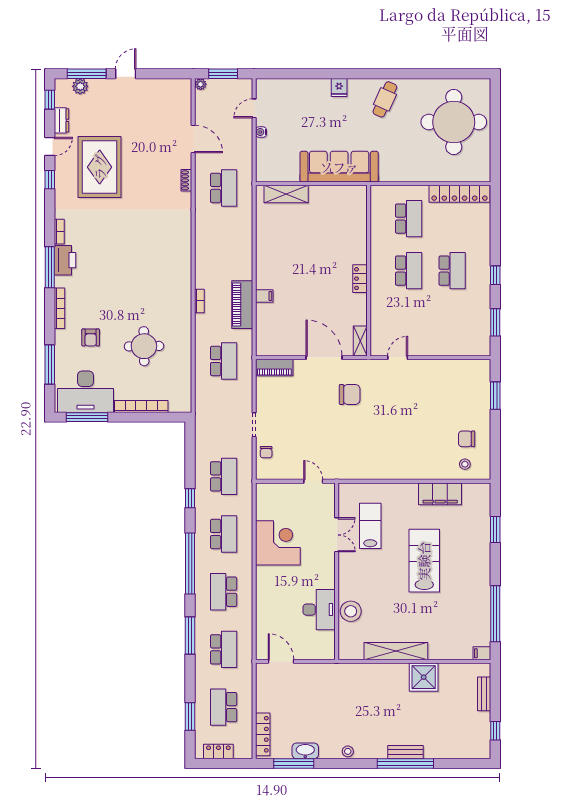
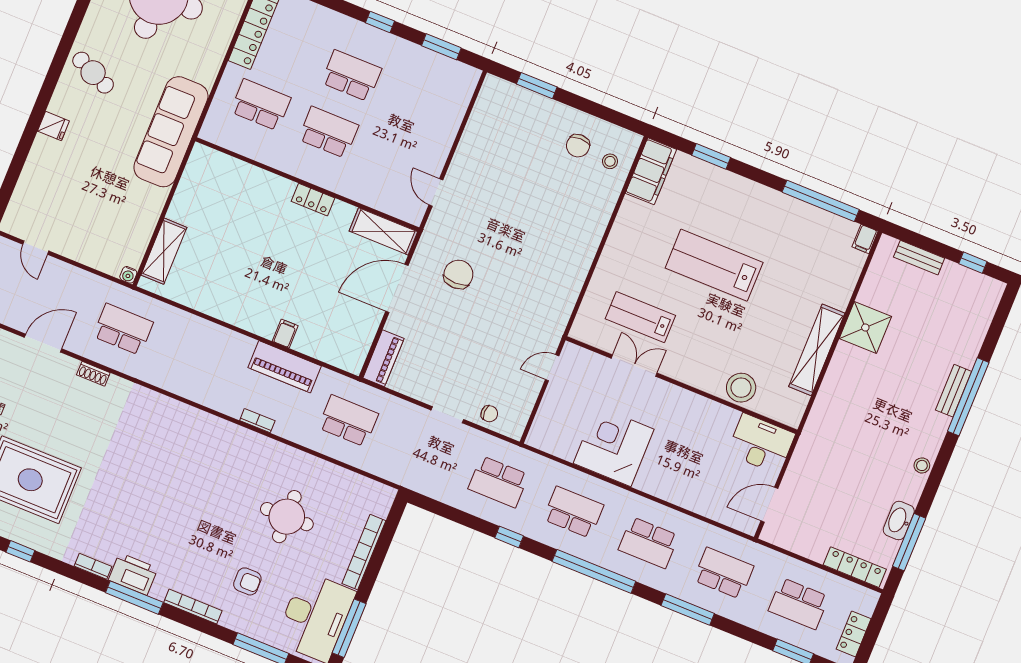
water cooler: (261, 132) -> (128, 275), moved
sofa: (339, 167) -> (171, 132), moved
shelving: (360, 341) -> (383, 231), width x1.50, depth x1.33
school desk: (224, 476) -> (498, 482), turned 180
filing cabinet: (440, 494) -> (651, 171), moved
desk: (319, 610) -> (761, 444), moved

